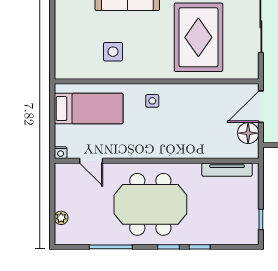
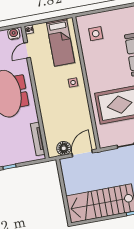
side table: (113, 52) -> (96, 34), moved
door: (261, 107) -> (82, 153), hinge flipped
water cooler: (63, 176) -> (14, 34), added

